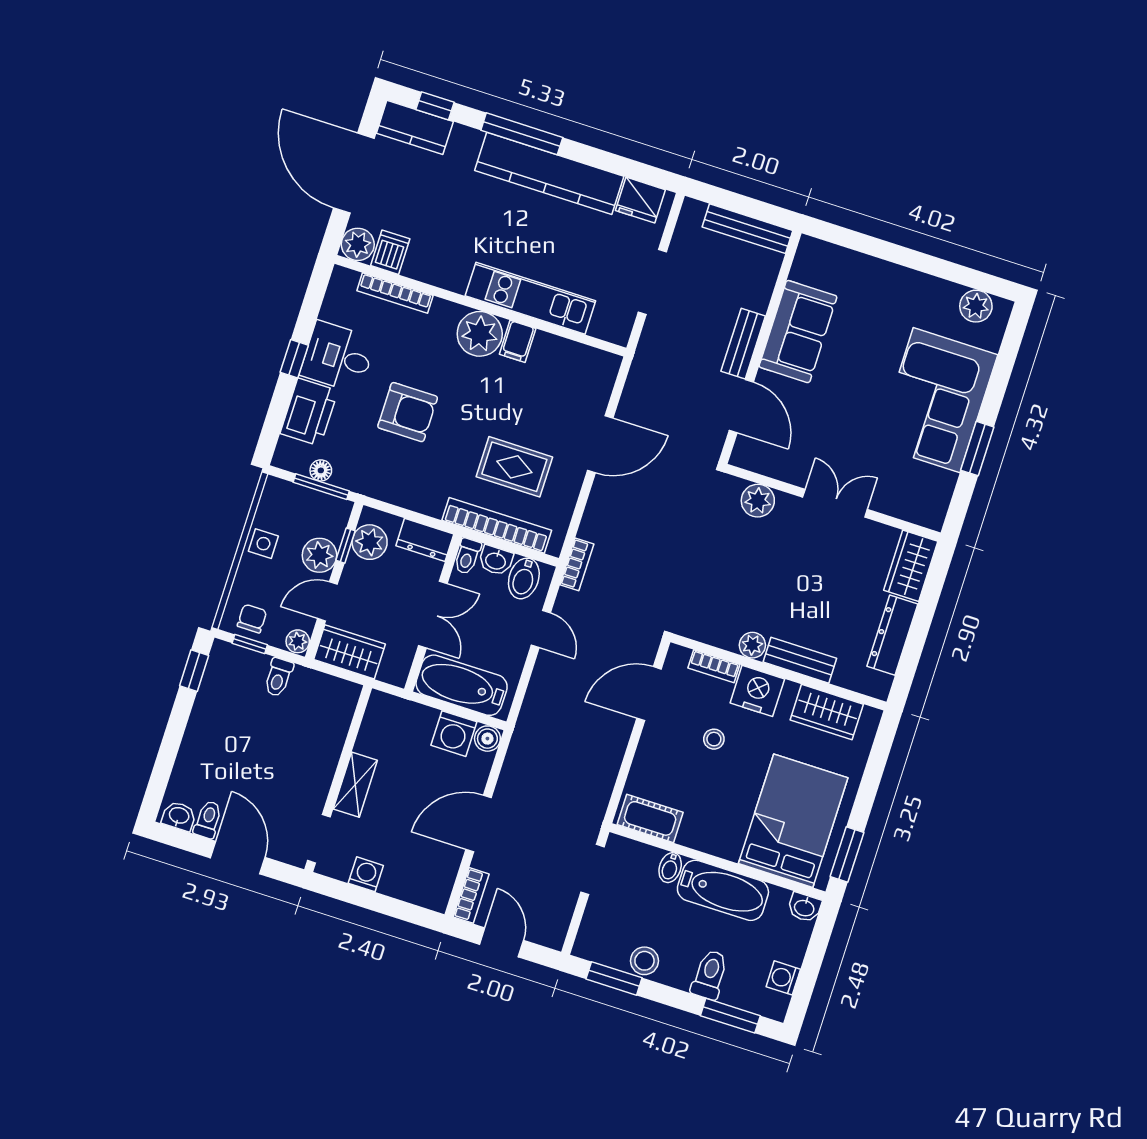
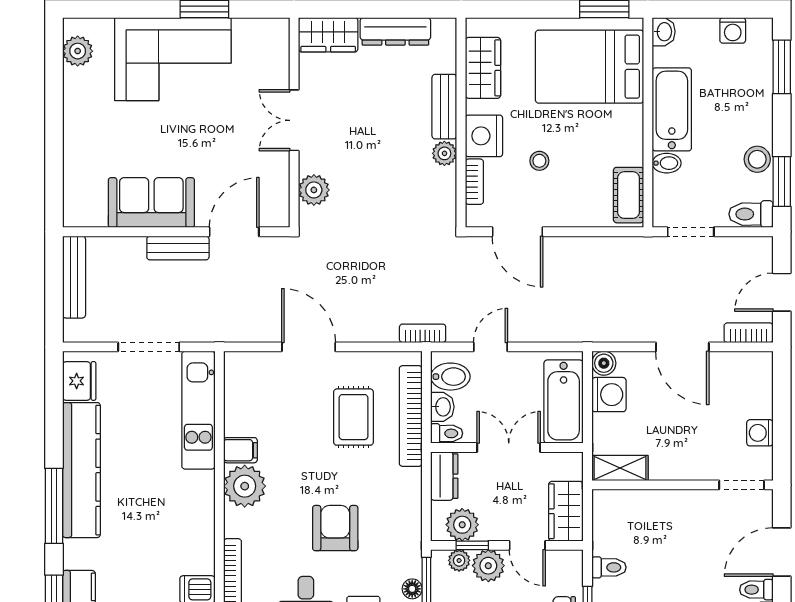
kitchen unit: (530, 298) -> (198, 410), moved
plant: (298, 641) -> (459, 560), moved
shelving: (355, 785) -> (620, 468), moved
toilet: (710, 975) -> (751, 214), moved

